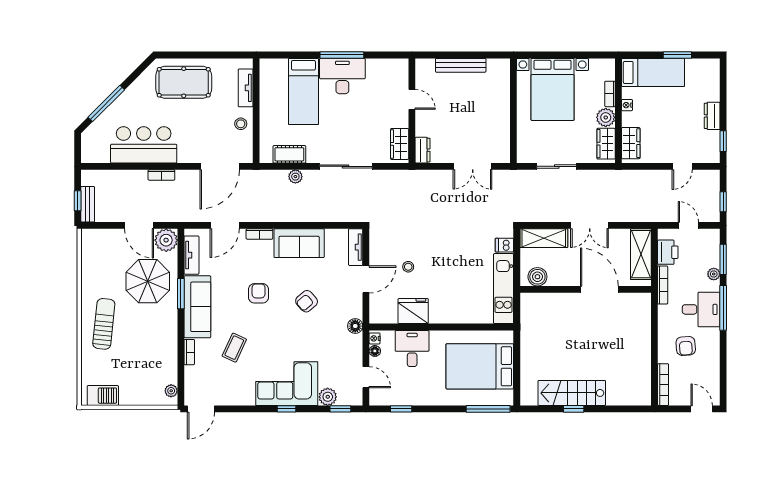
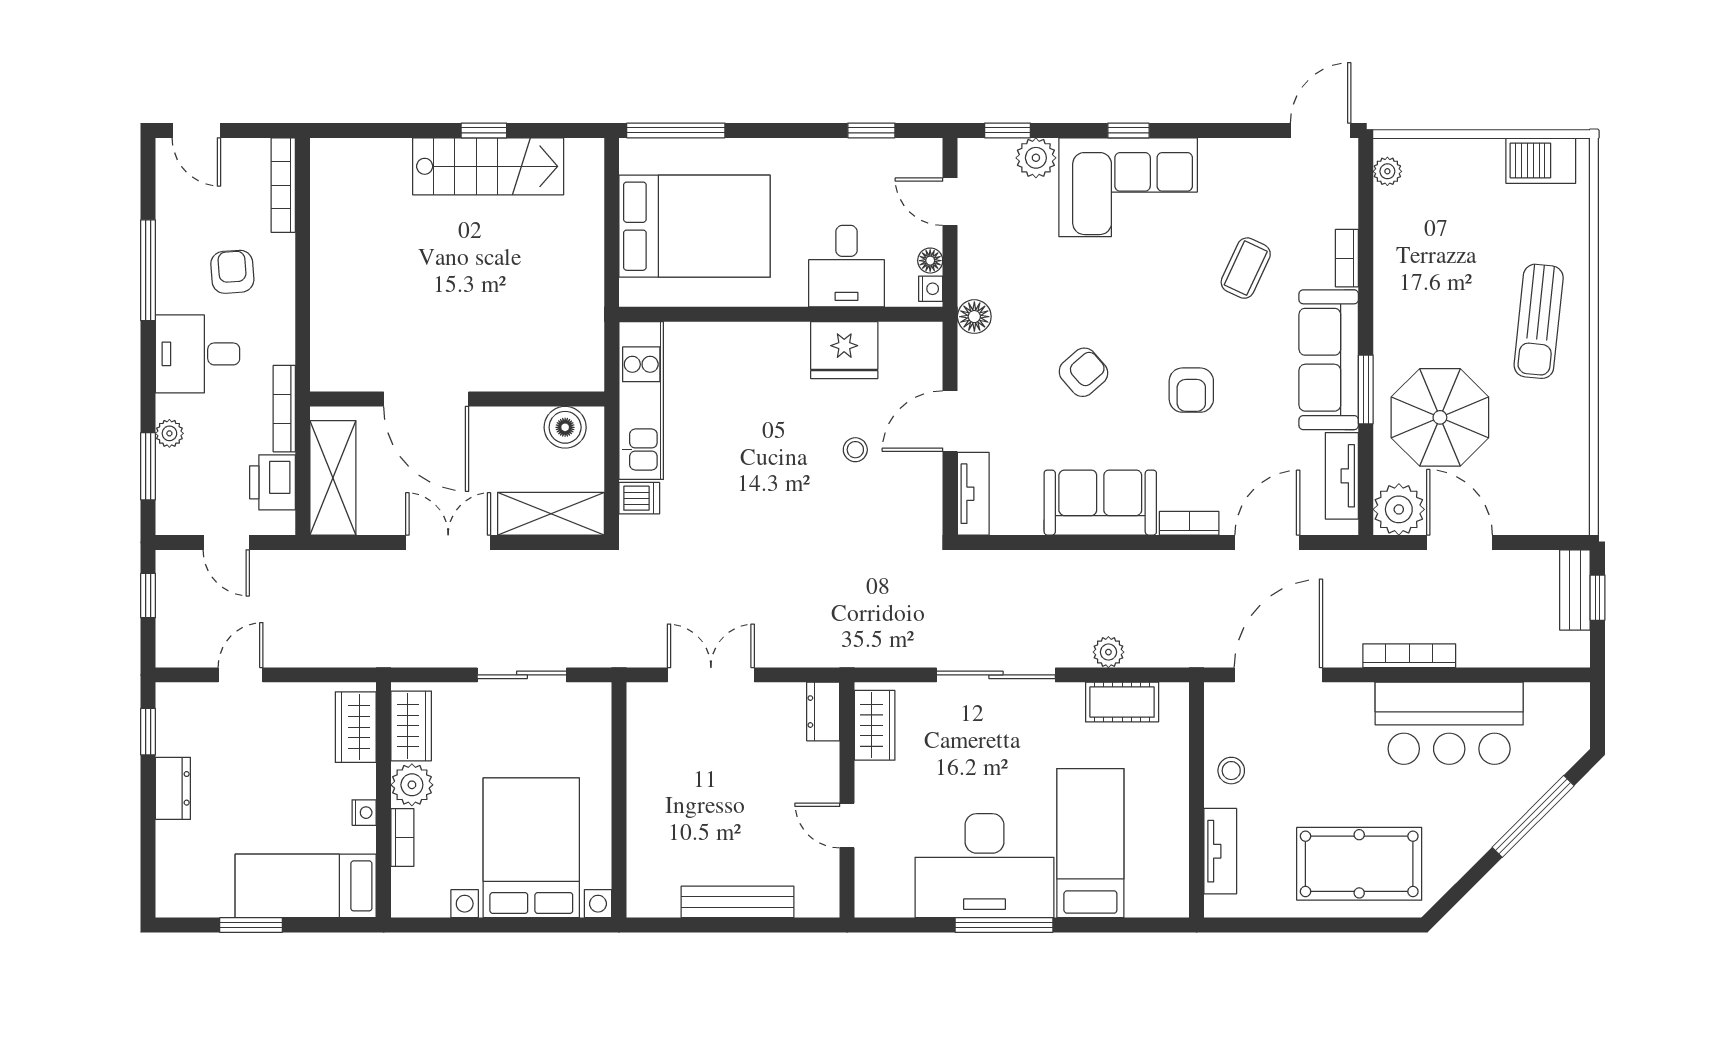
desk: (342, 76) -> (984, 866), width x1.36, depth x1.30
bookcase: (161, 175) -> (1409, 656), width x1.56
window: (723, 308) -> (148, 270), moved

